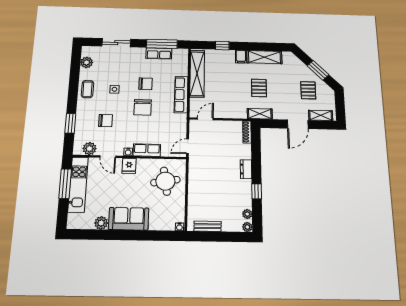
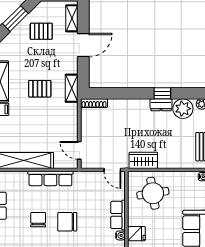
chair: (143, 107) -> (67, 222), turned 180
door: (298, 124) -> (83, 45), hinge flipped
dresser: (246, 169) -> (161, 105), moved
wardrobe: (196, 173) -> (143, 160), added
plant: (247, 214) -> (183, 109), width x1.88, depth x1.88

